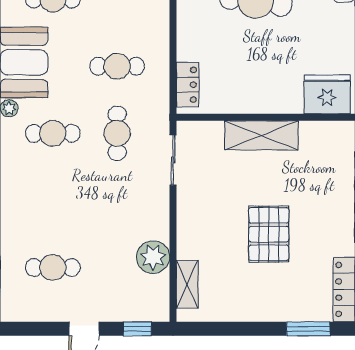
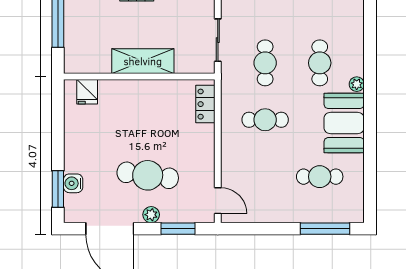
fridge: (327, 94) -> (87, 92), width x0.53, depth x0.75
cafe table: (53, 133) -> (320, 63), turned 90

